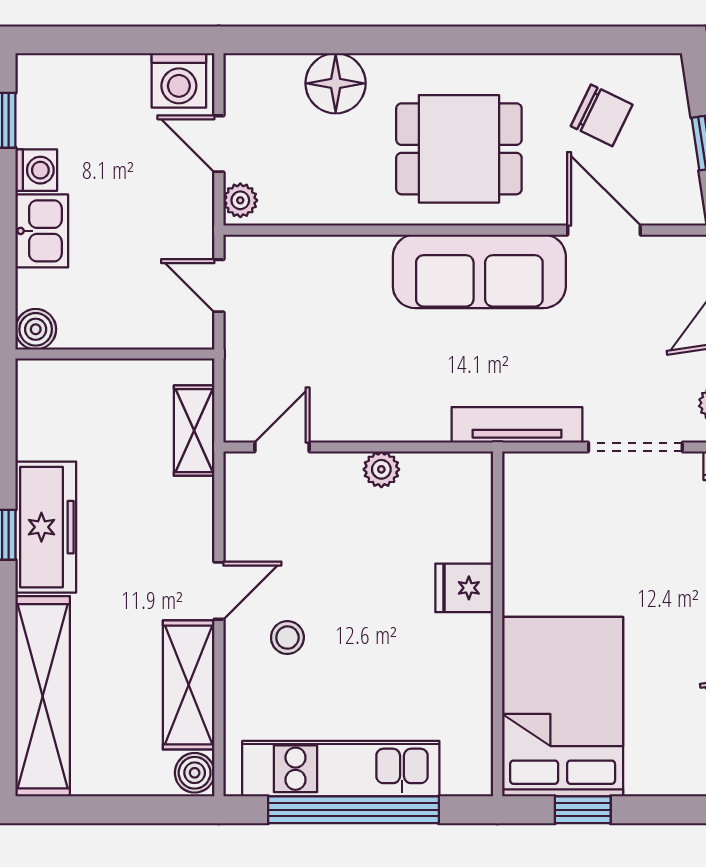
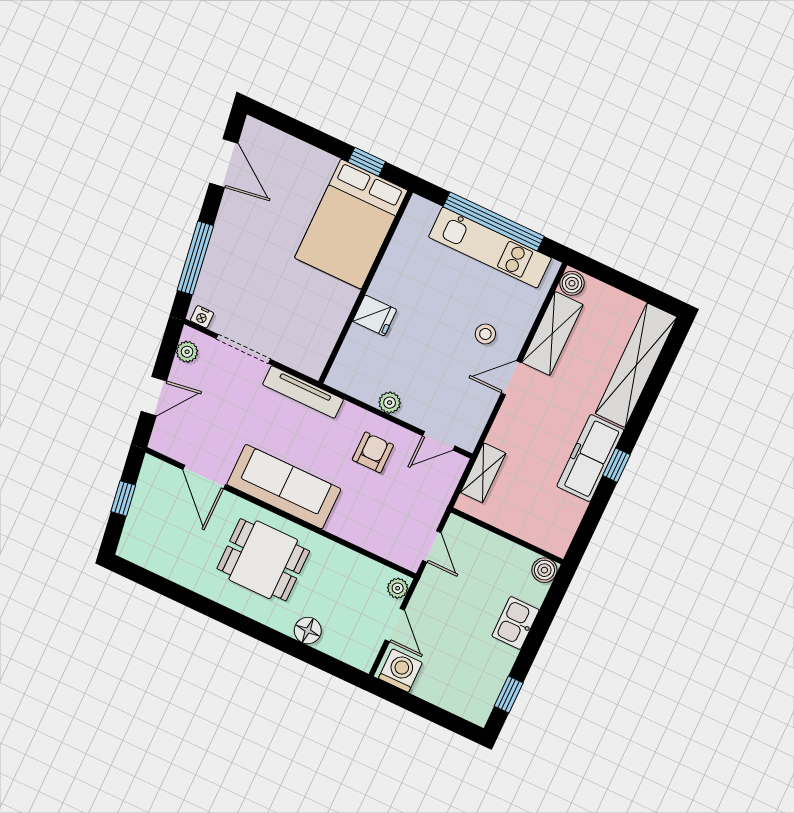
floor lamp: (336, 83) -> (308, 631), width x0.73, depth x0.73
chair: (602, 115) -> (176, 541), removed
washing machine: (36, 170) -> (503, 658), removed
armchair: (372, 384) -> (373, 452), added

